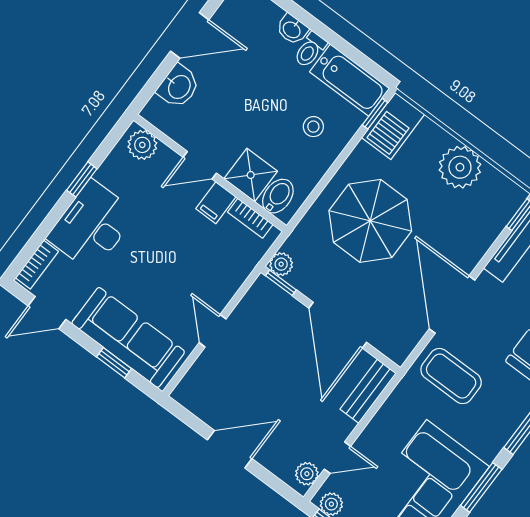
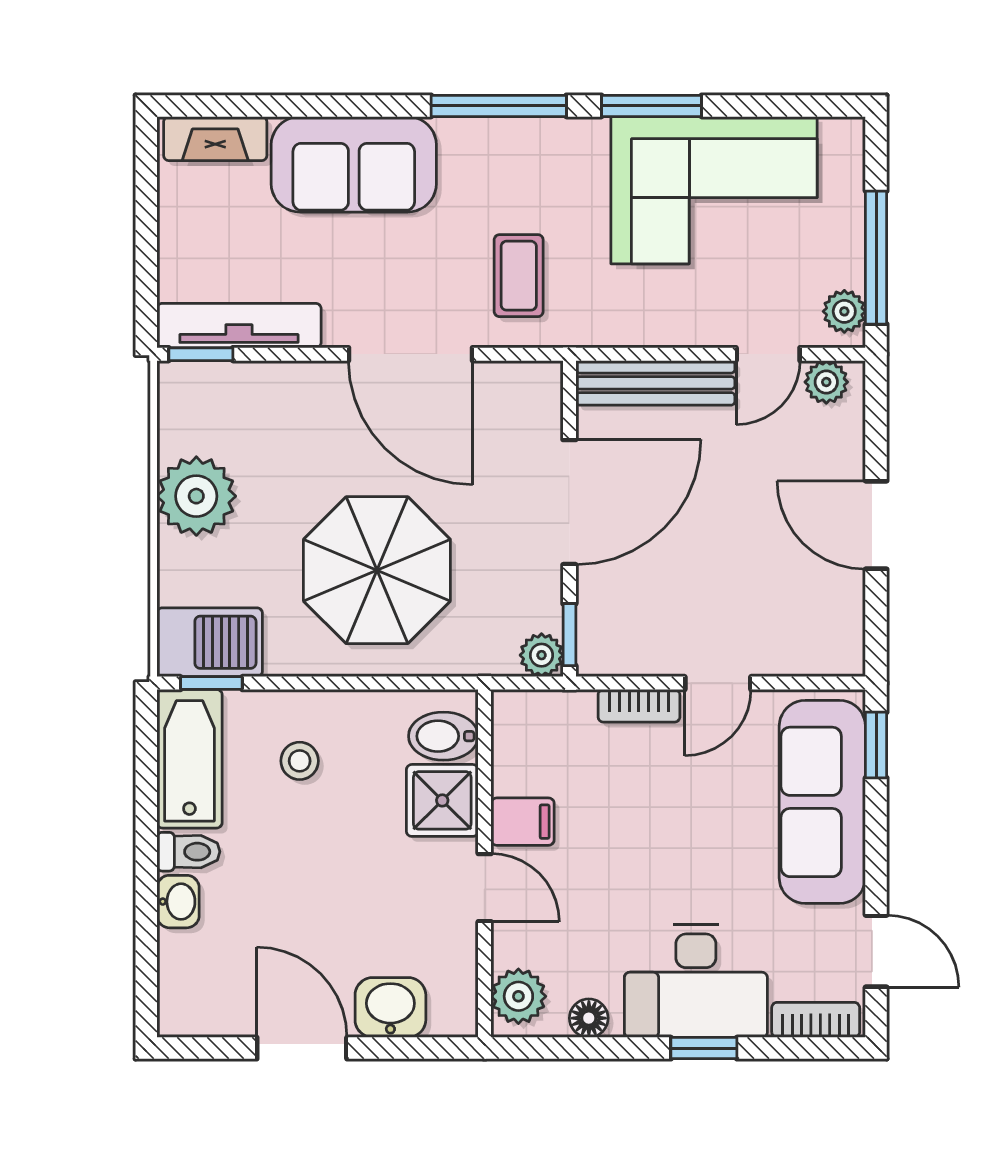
floor lamp: (110, 168) -> (589, 1018), added
window: (82, 179) -> (704, 1048), moved
bookcase: (250, 218) -> (639, 706), moved, turned 90
door: (452, 304) -> (410, 354), hinge flipped
window: (114, 363) -> (876, 745), moved
coffee table: (451, 376) -> (519, 276), width x0.73, depth x0.77
bench: (368, 391) -> (655, 383), width x1.36
door: (337, 458) -> (768, 354), swing flipped

